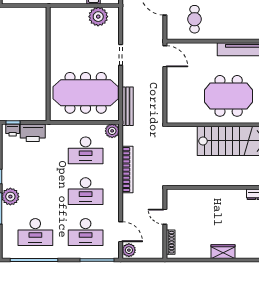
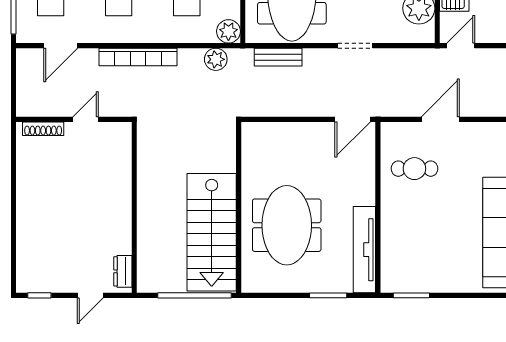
bench: (128, 106) -> (278, 57), width x0.73
bookcase: (127, 170) -> (138, 57), moved
plant: (129, 250) -> (216, 59), moved
wardrobe: (223, 252) -> (27, 216), removed

